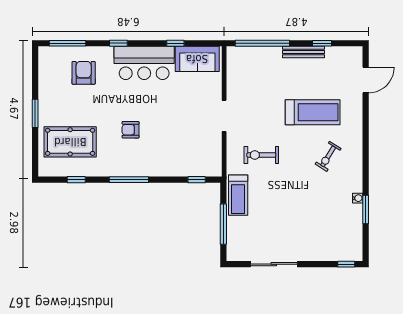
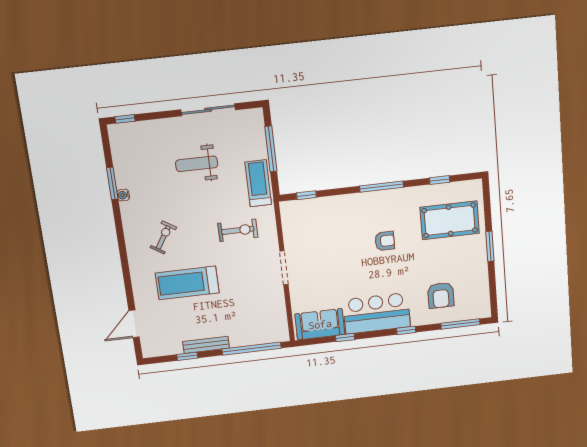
weight bench: (290, 218) -> (197, 164), added

